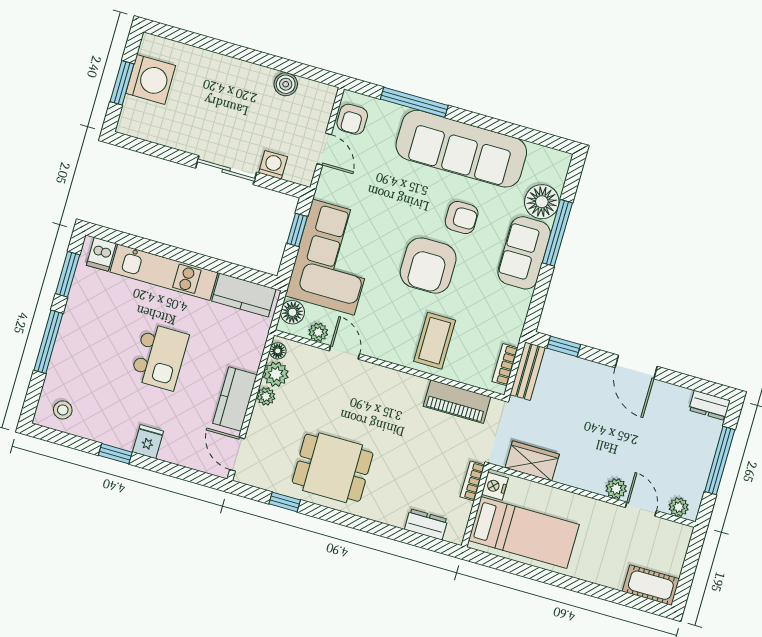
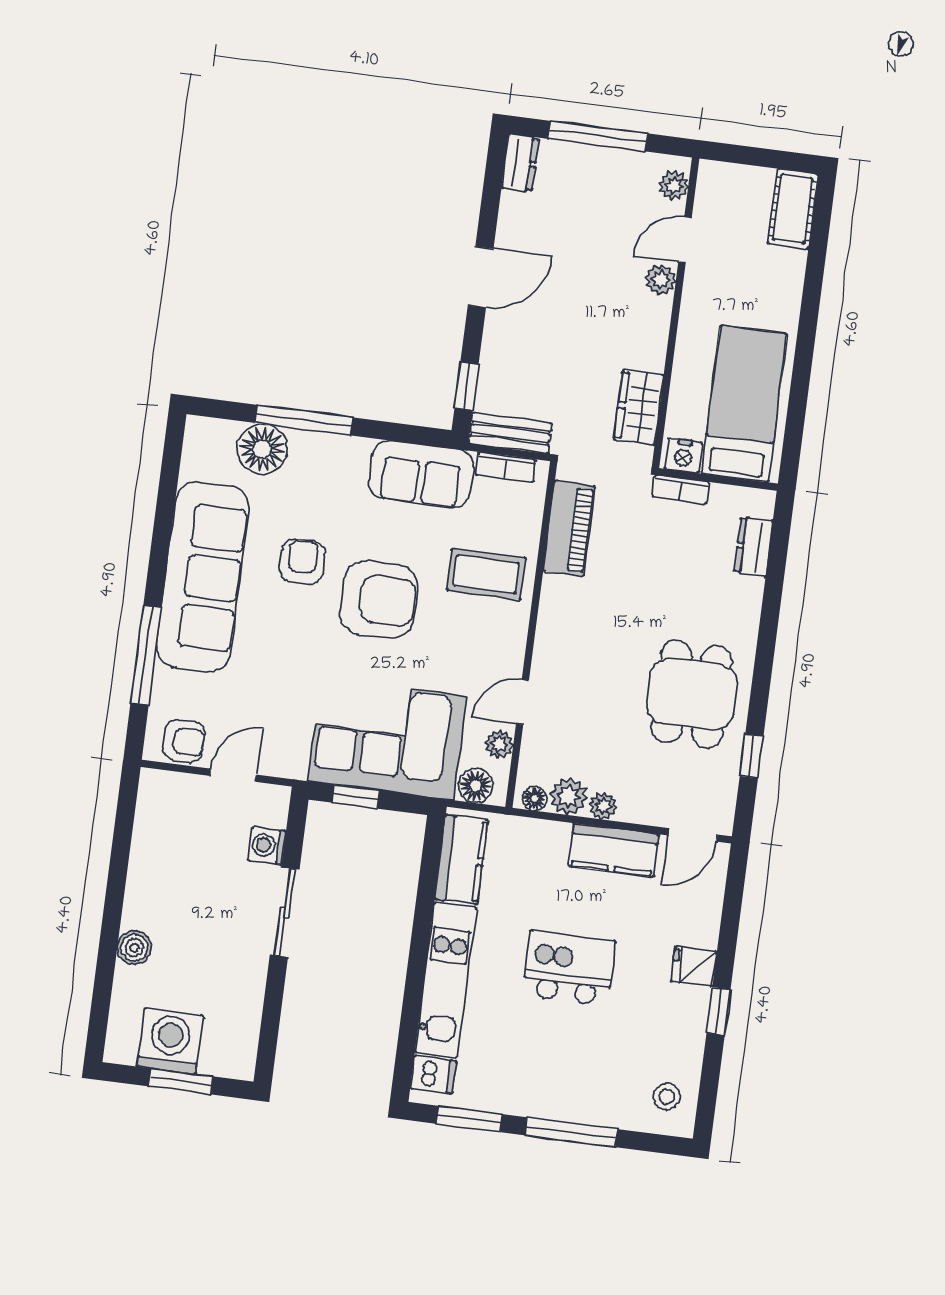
boiler: (286, 84) -> (134, 948), moved
sofa: (524, 253) -> (421, 474), moved

